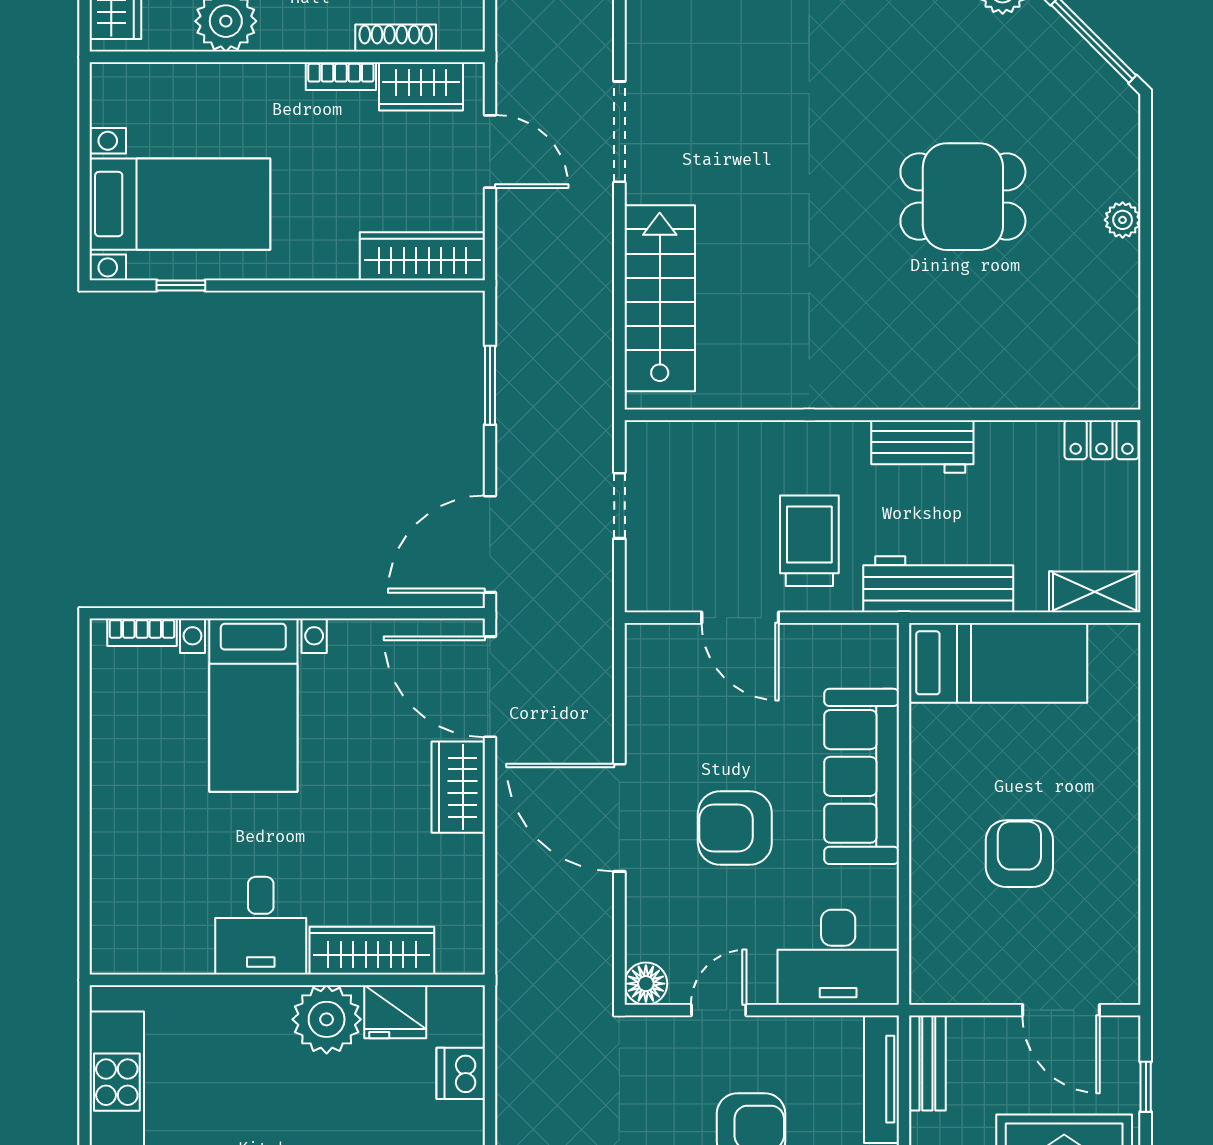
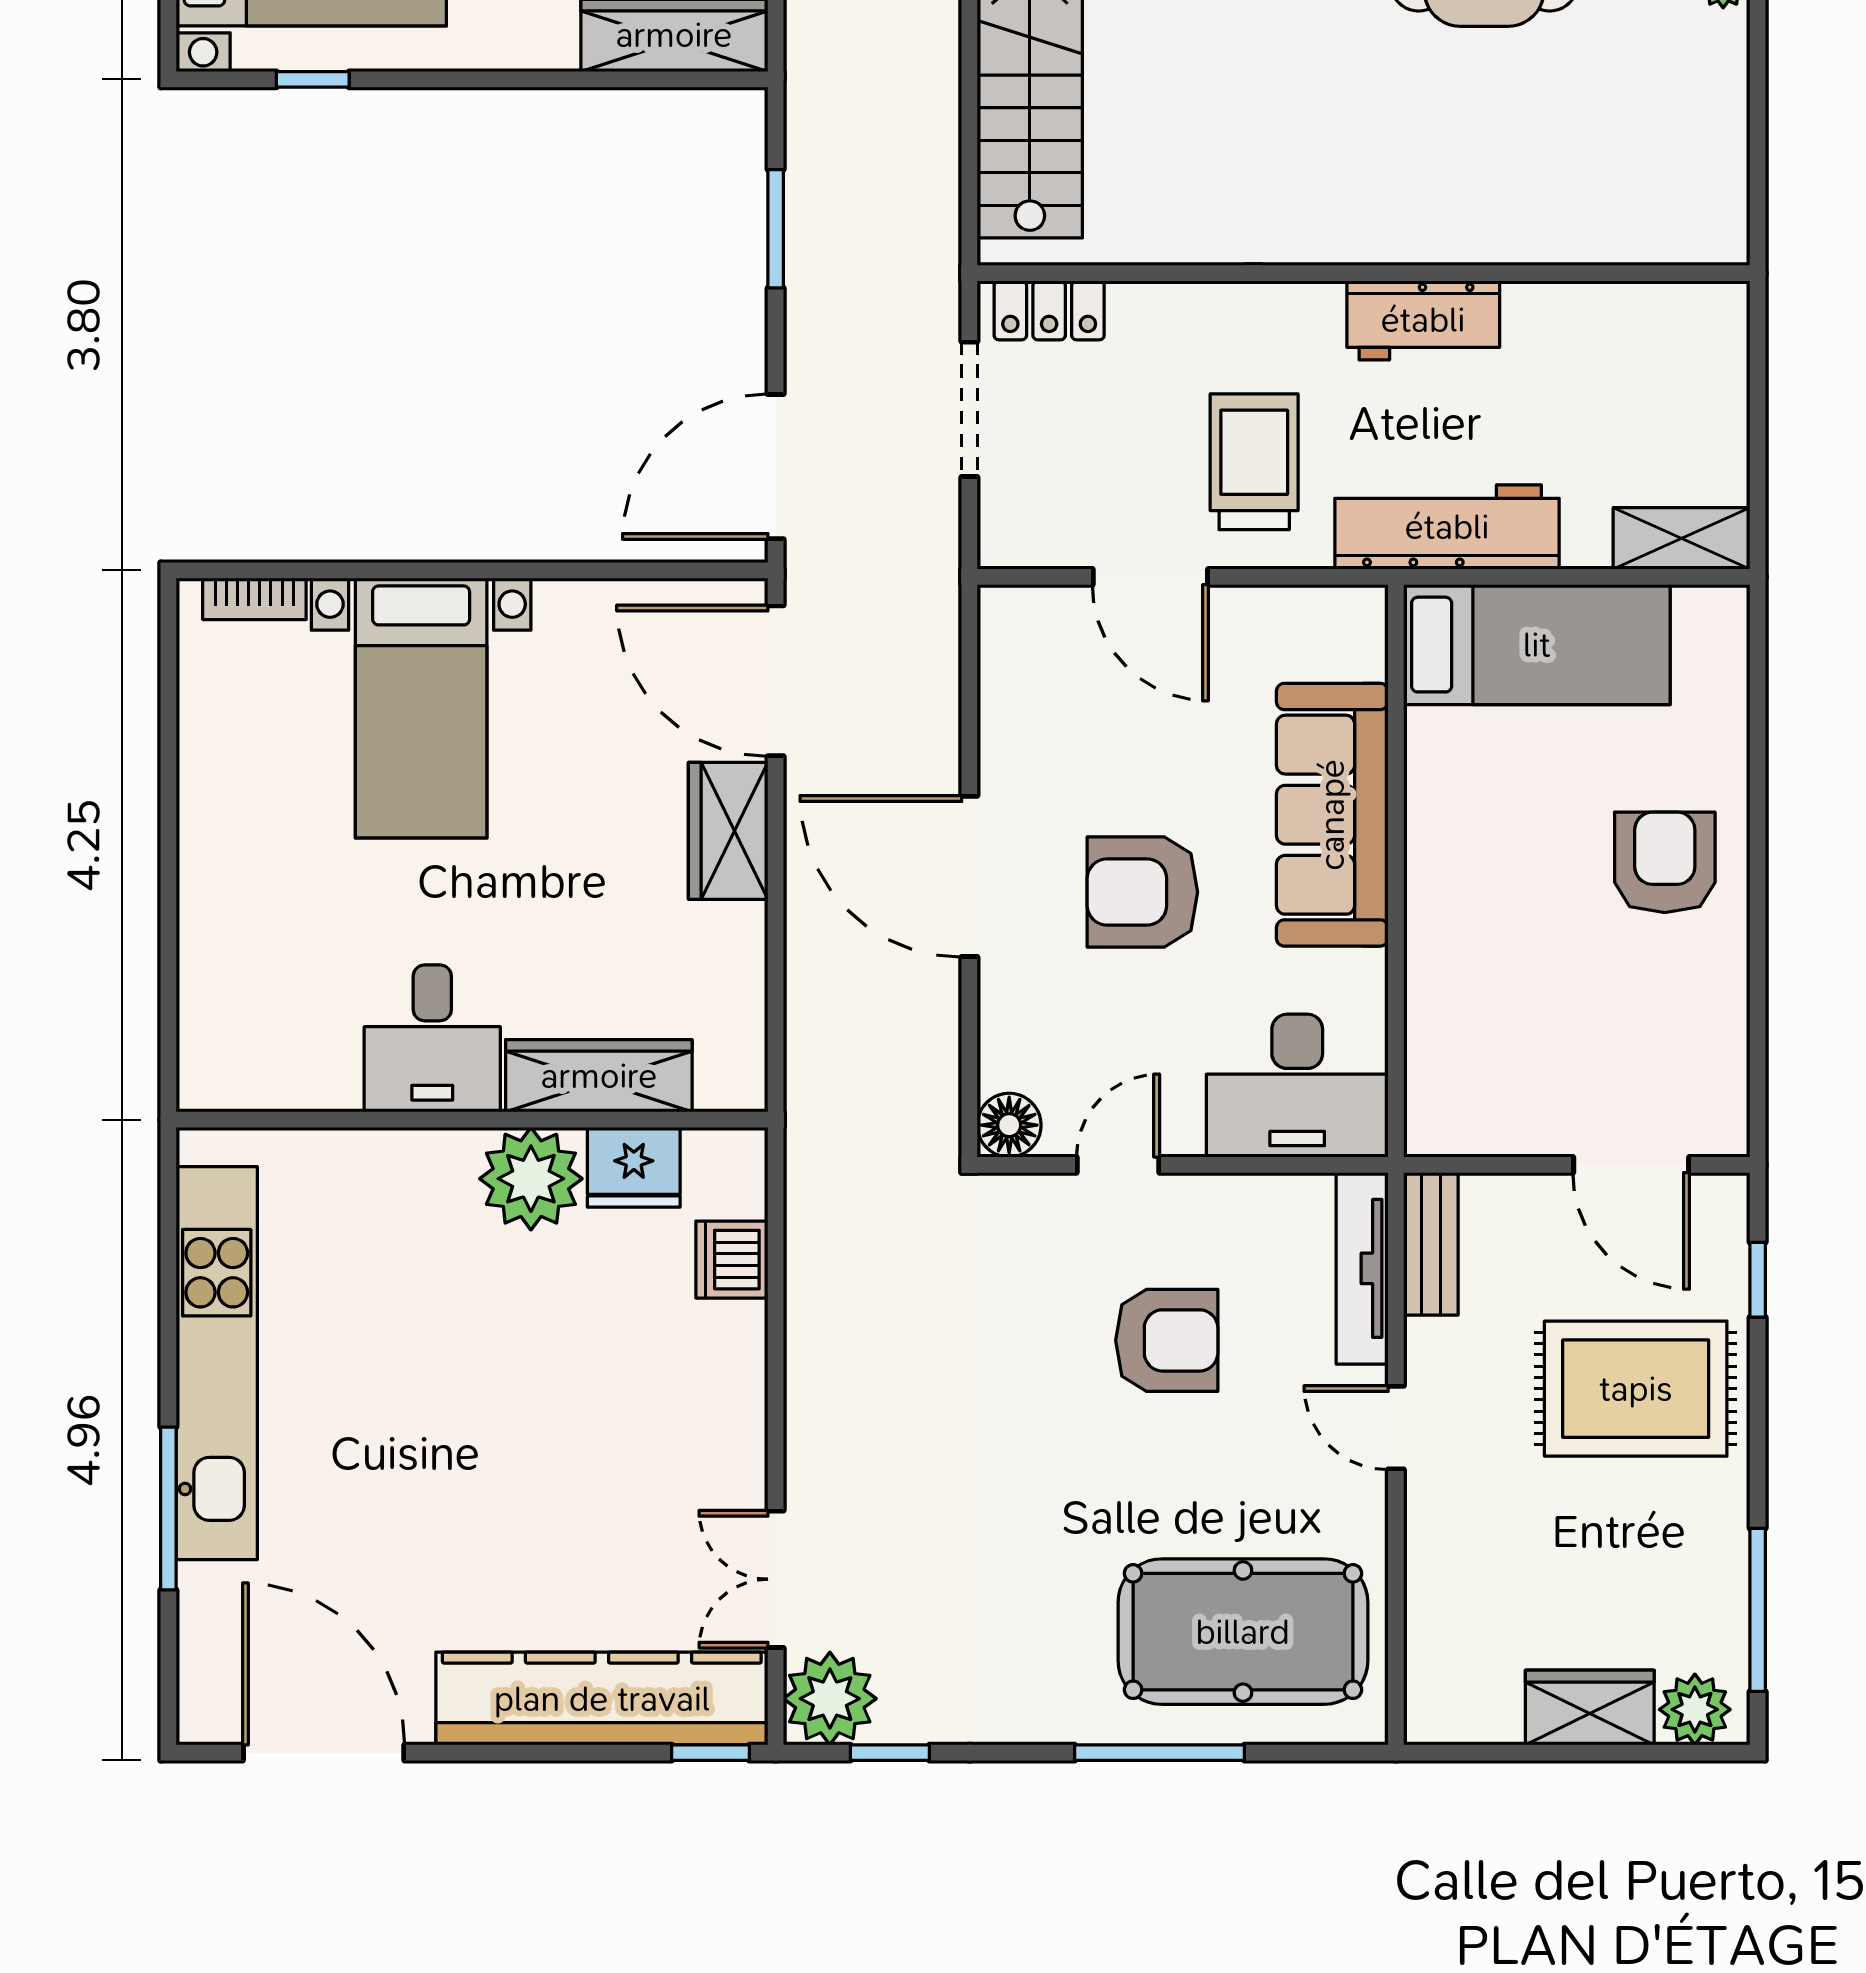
locker: (1102, 440) -> (1049, 310), moved
doorway: (619, 506) -> (969, 409), width x1.38
armchair: (1019, 854) -> (1665, 862), moved

